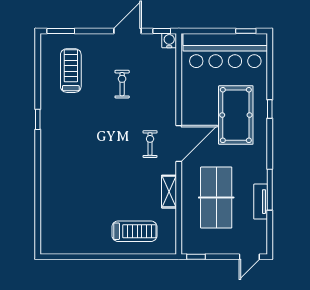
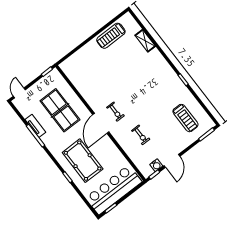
water cooler: (169, 41) -> (156, 165), moved
exercise bike: (122, 84) -> (141, 135), moved
shelving: (169, 192) -> (145, 41), moved
treadmill: (134, 231) -> (111, 36), moved

